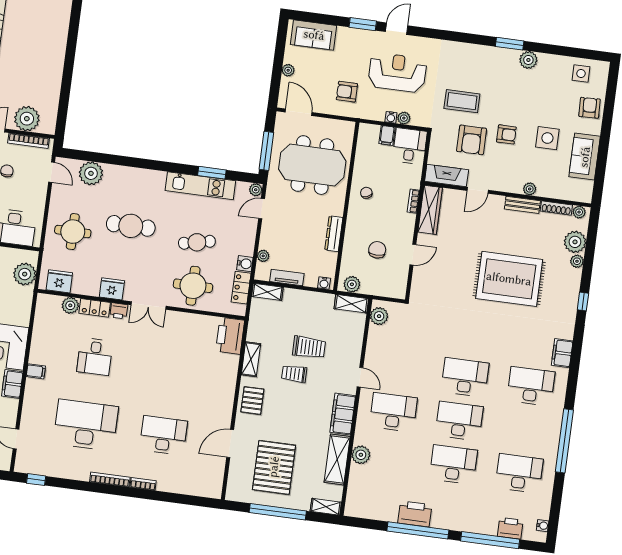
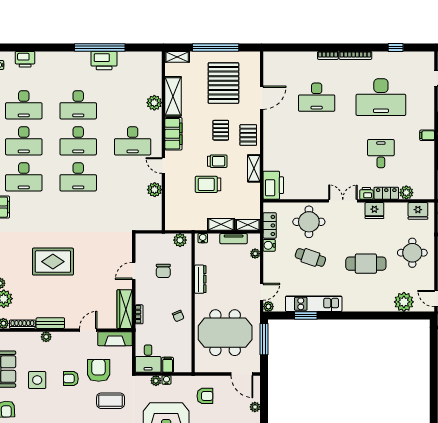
cafe table: (197, 242) -> (310, 257), turned 31
rug: (509, 279) -> (53, 262), width x0.73, depth x0.69
shelving: (351, 304) -> (221, 224), moved
plant: (379, 316) -> (155, 190), moved
pallet: (285, 411) -> (221, 130), added
desk: (525, 430) -> (24, 141), added
window: (36, 480) -> (396, 47), moved
window: (490, 540) -> (40, 47), removed

